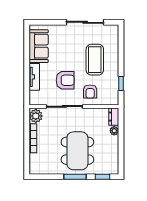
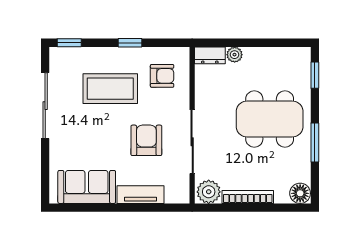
window: (121, 36) -> (69, 43), added
window: (121, 83) -> (130, 43), moved
armchair: (90, 91) -> (162, 76), moved
floor lamp: (35, 168) -> (300, 193), added
window: (75, 177) -> (315, 142), moved

